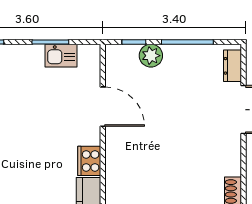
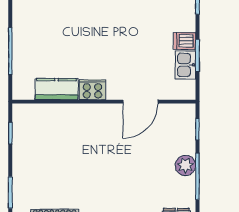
plant: (151, 56) -> (185, 165), moved
dishwasher: (34, 57) -> (185, 41), added

